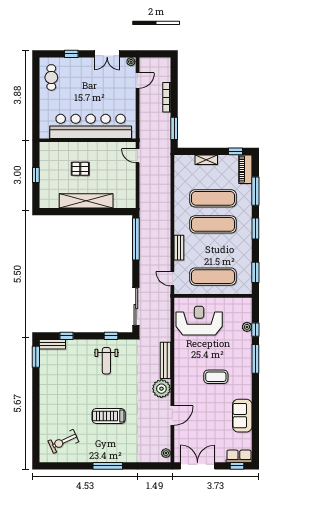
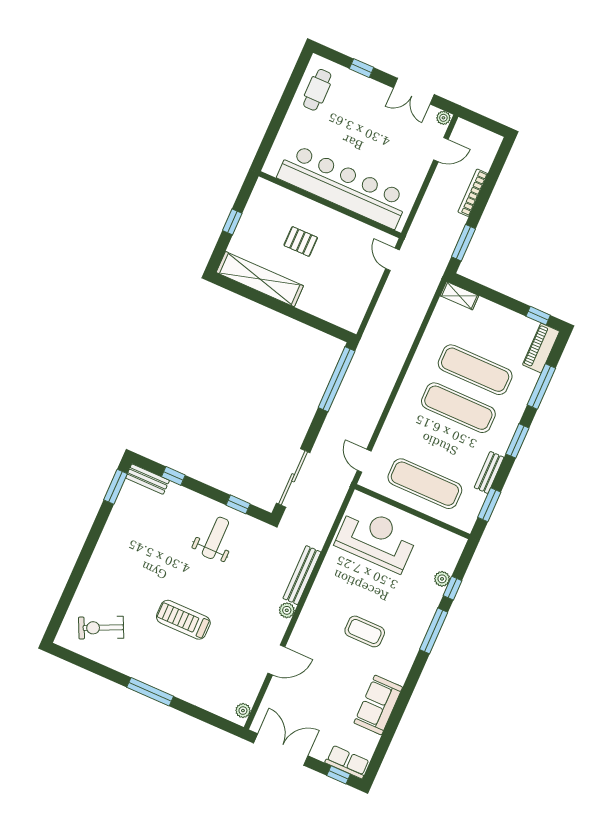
shelving: (206, 160) -> (459, 296), moved
shelving: (86, 201) -> (260, 279), moved
bench: (179, 248) -> (489, 472), moved
weight bench: (106, 361) -> (215, 538), turned 180
plant: (161, 389) -> (287, 610), width x0.53, depth x0.53

